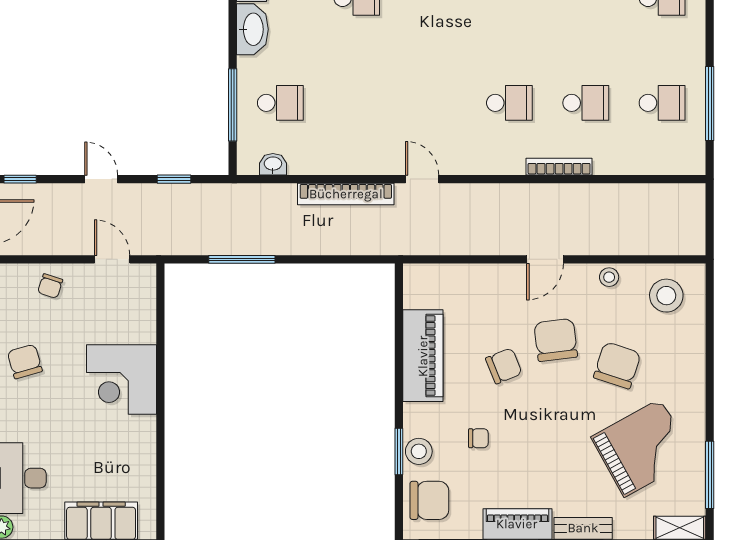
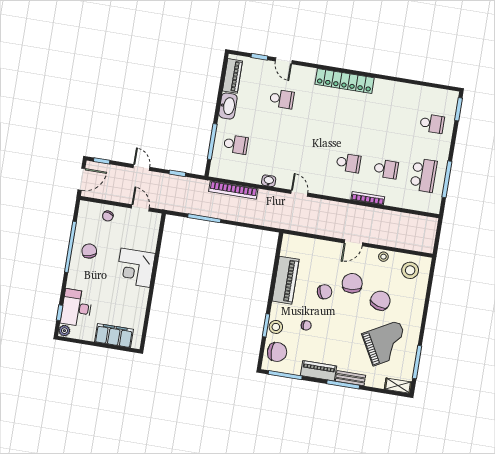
school desk: (662, 103) -> (424, 175), width x1.85
washbasin: (273, 164) -> (269, 181), moved
bookcase: (346, 194) -> (233, 190), moved

